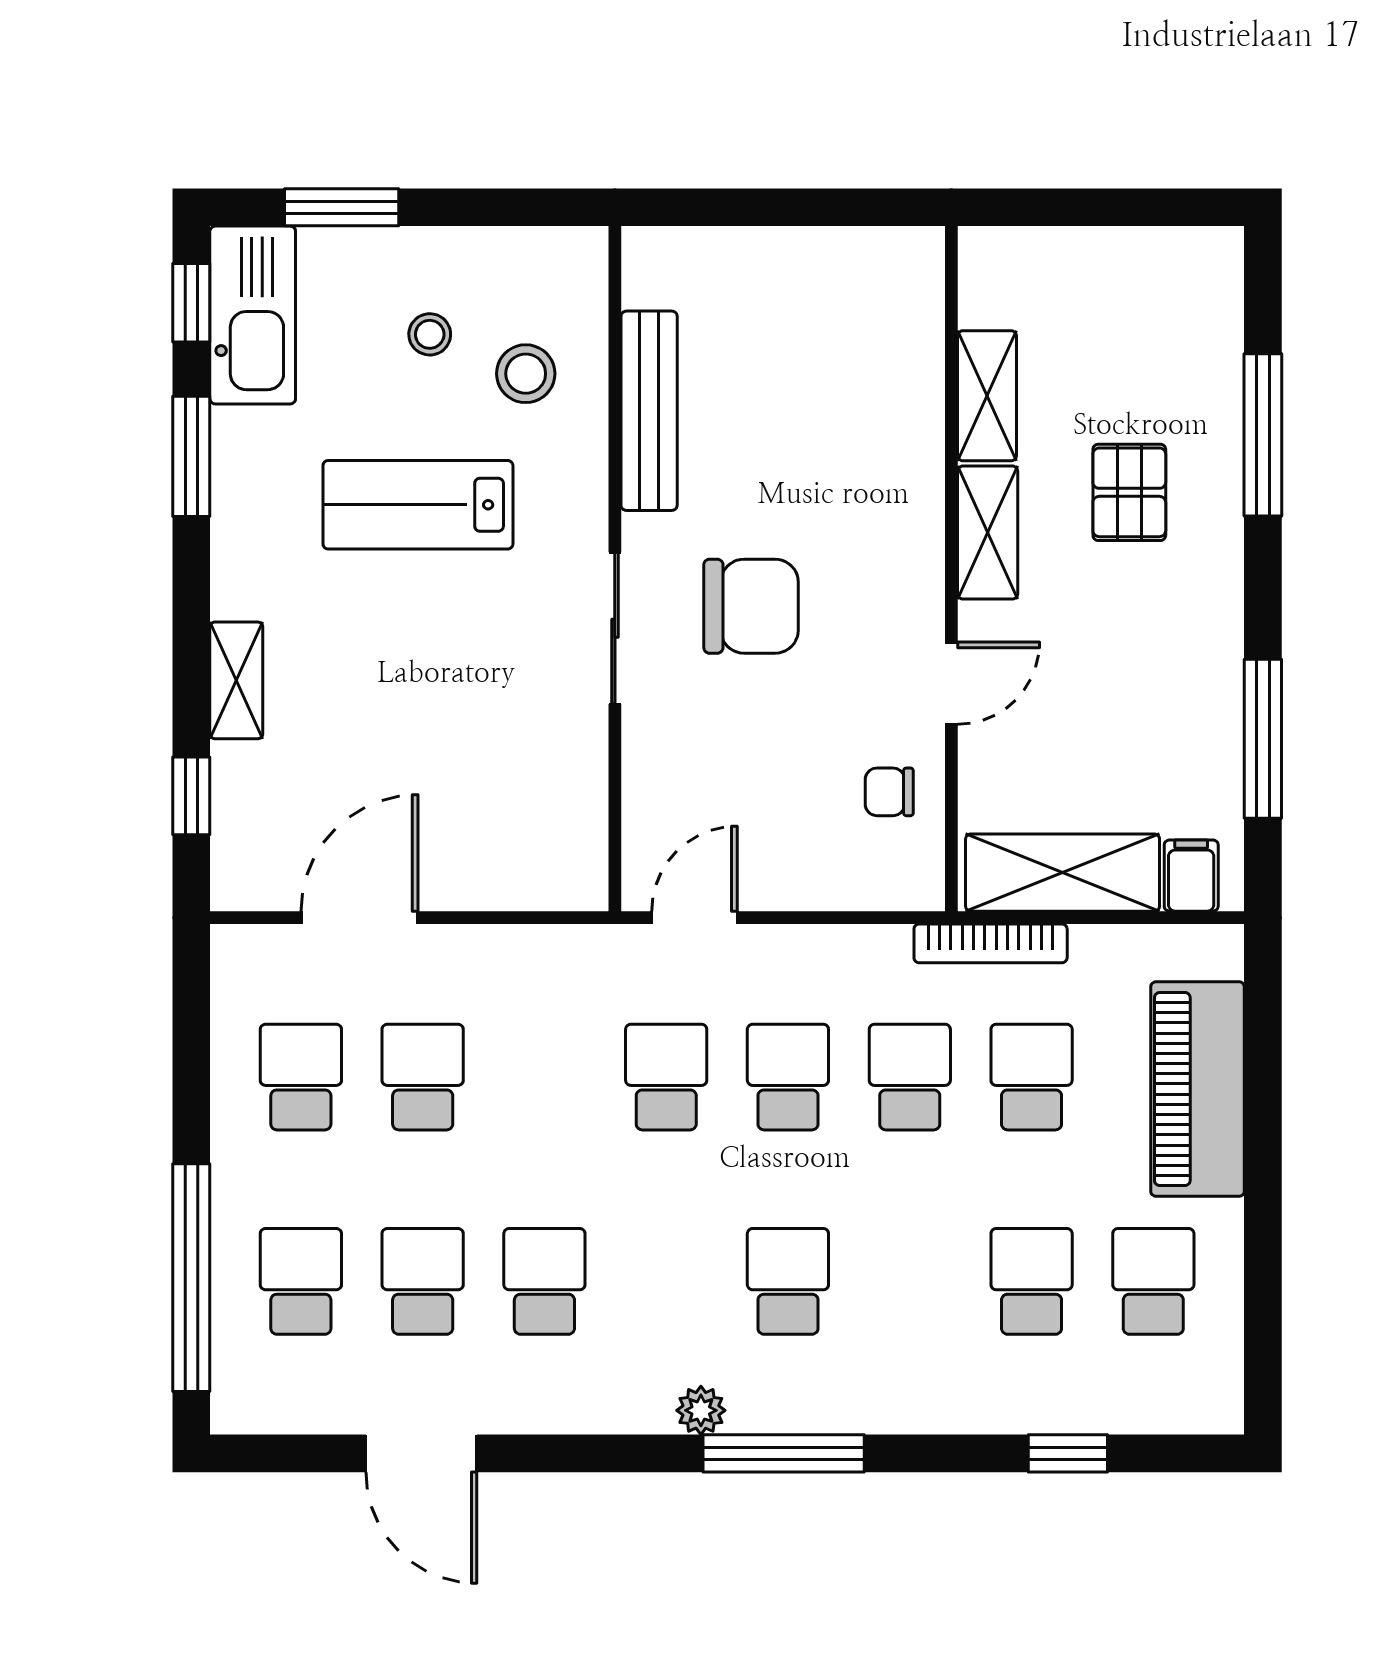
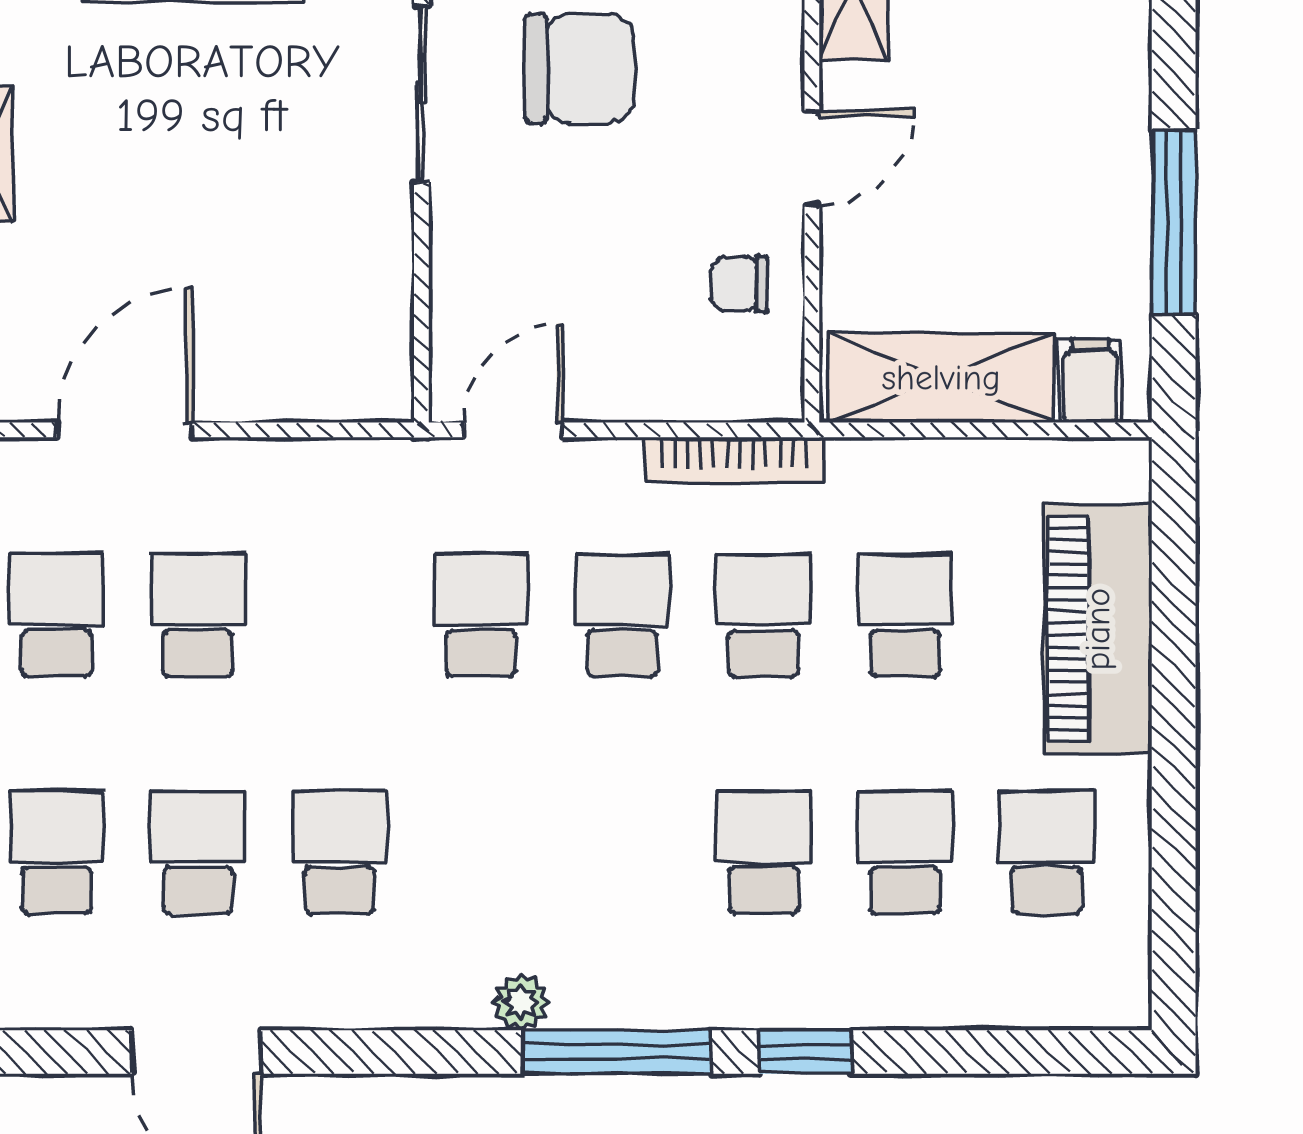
bookcase: (991, 943) -> (734, 460), moved
school desk: (788, 1281) -> (764, 852), moved
window: (1068, 1453) -> (806, 1052), moved

